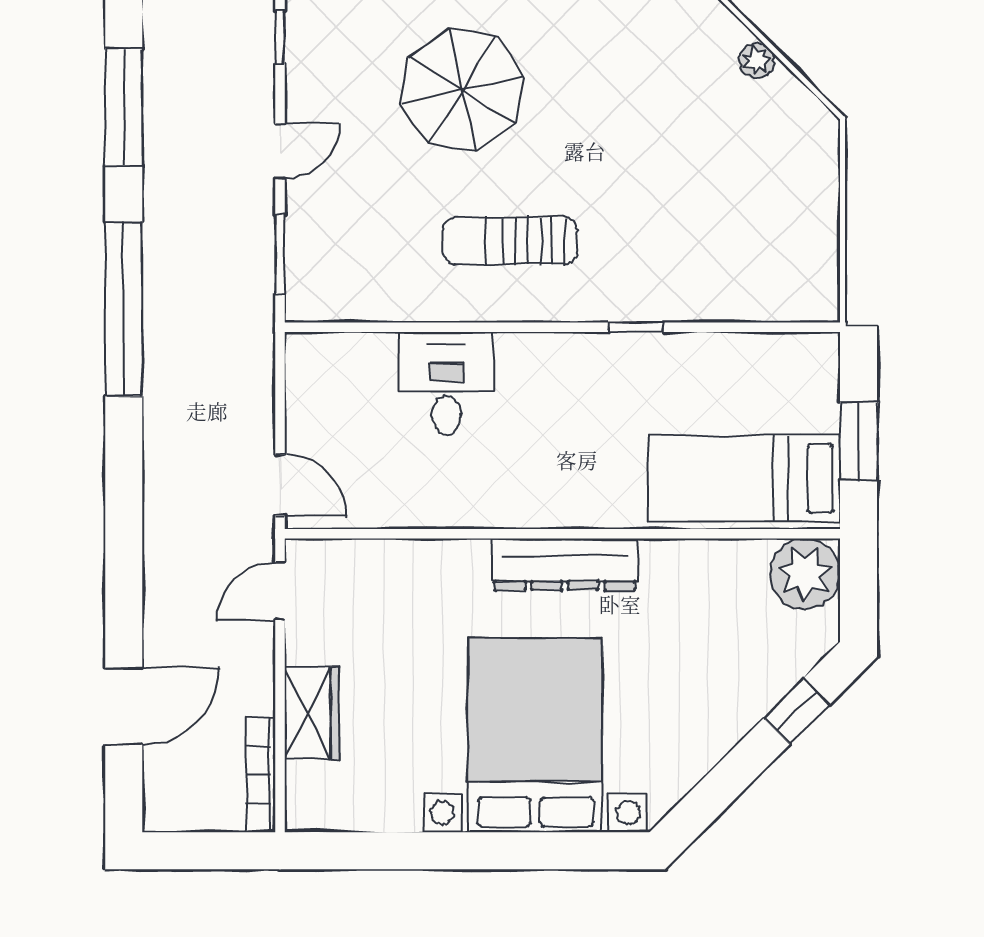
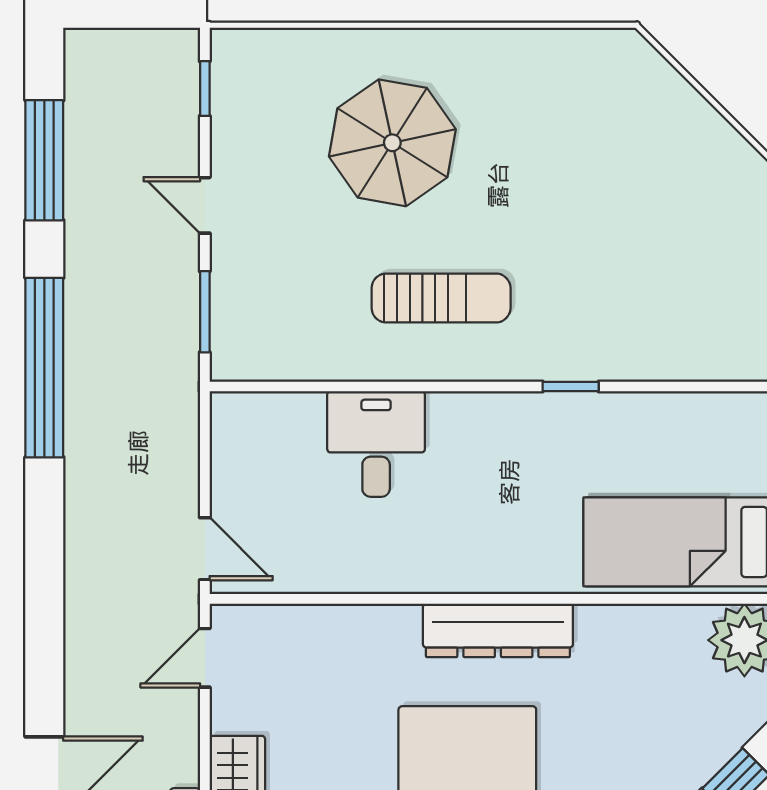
plant: (757, 61) -> (695, 113), removed
door: (280, 151) -> (205, 205), swing flipped
sun lounger: (510, 241) -> (441, 298), turned 180

